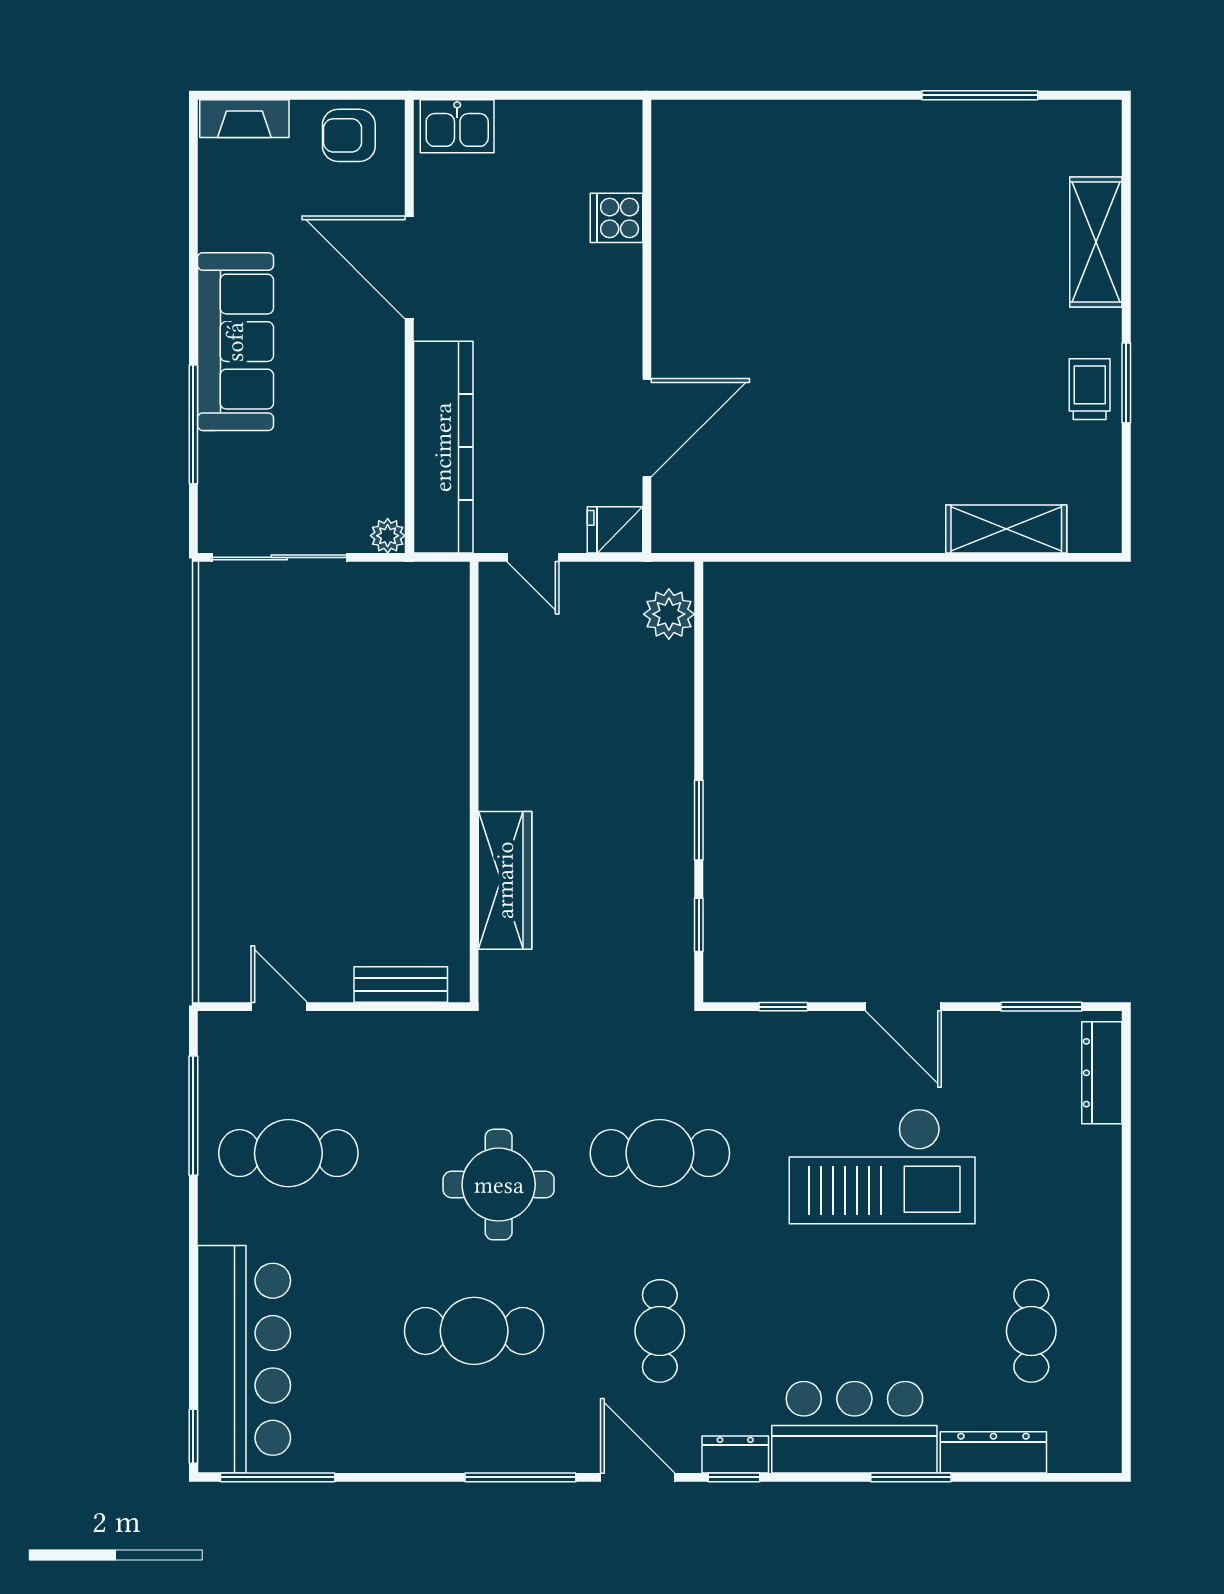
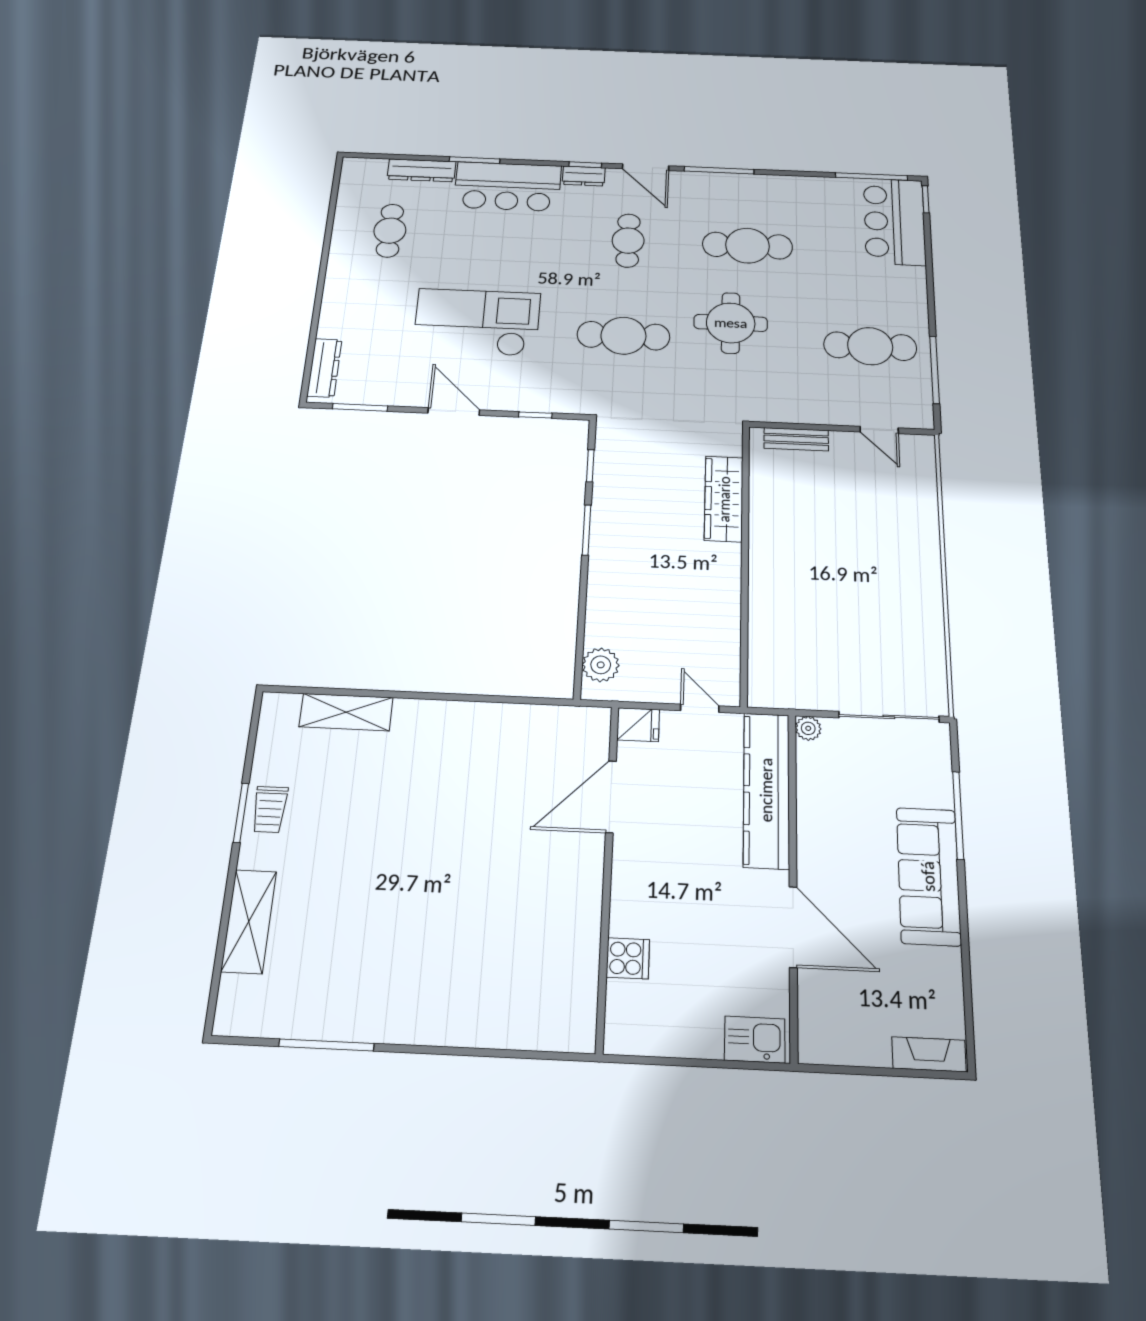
armchair: (349, 135) -> (843, 1036), removed
bar counter: (244, 1359) -> (894, 222), width x0.73

